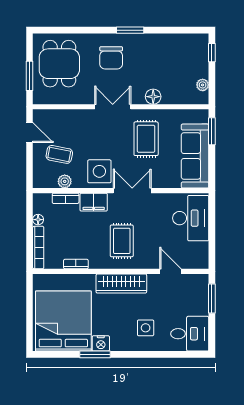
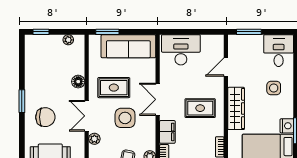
plant: (85, 116) -> (94, 139), added
side table: (99, 171) -> (125, 118), moved

